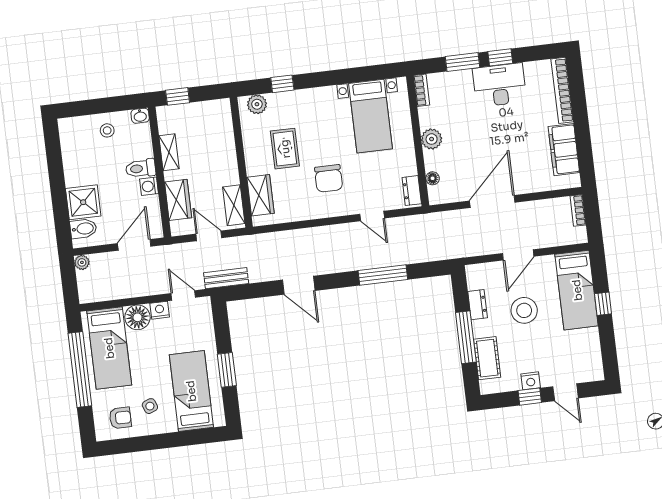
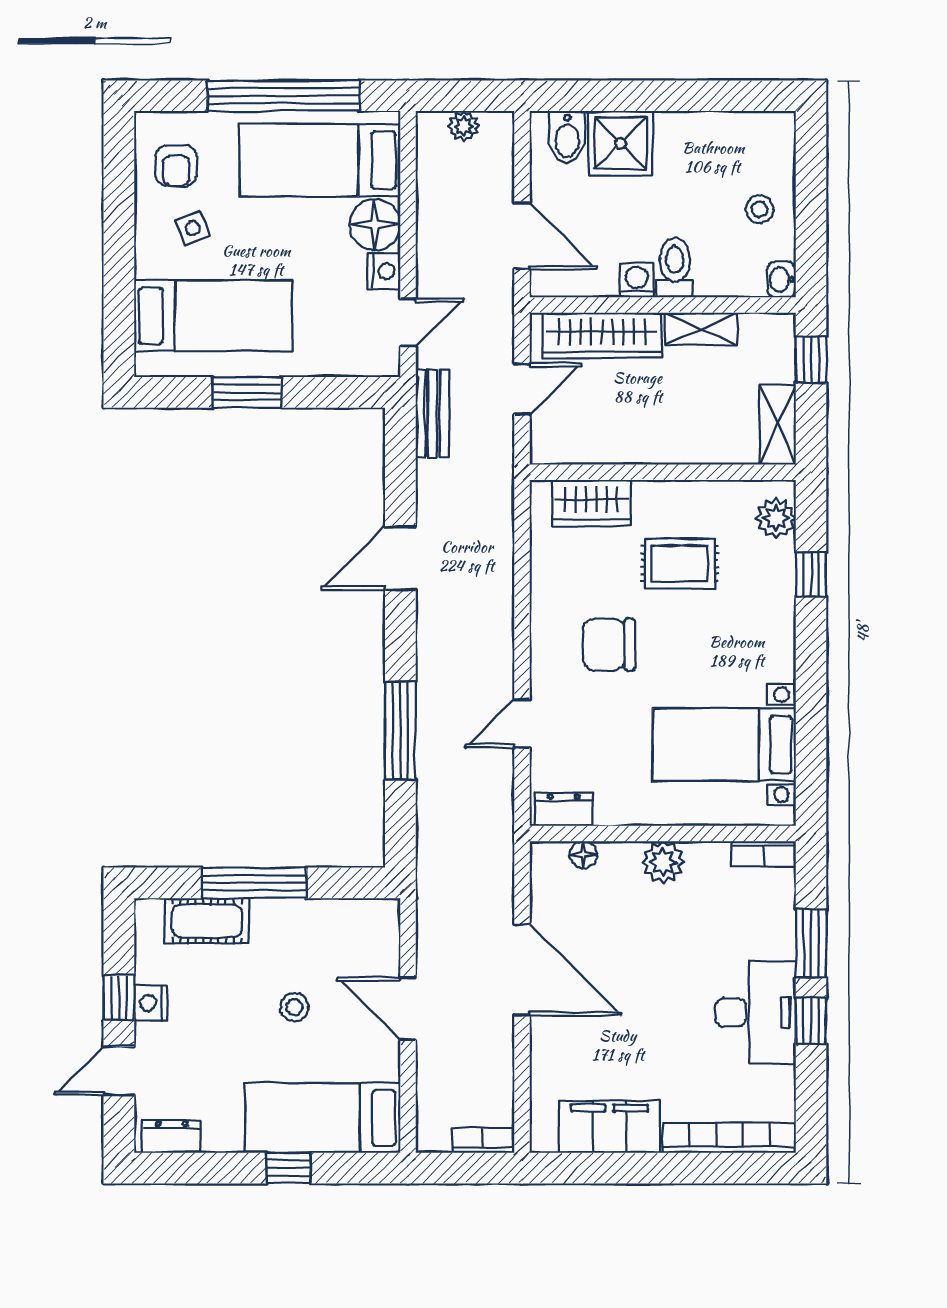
wardrobe: (178, 200) -> (602, 335), width x1.50
shelving: (234, 205) -> (778, 425), moved, turned 90
plant: (82, 262) -> (464, 126), moved
dresser: (478, 305) -> (172, 1136), moved, turned 180
stool: (524, 310) -> (294, 1007), width x0.53, depth x0.53

